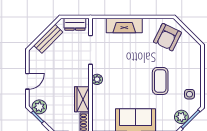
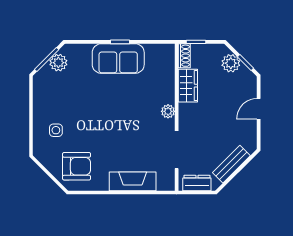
armchair: (167, 37) -> (77, 166), turned 64
coffee table: (160, 81) -> (86, 109), removed
side table: (189, 94) -> (56, 130), moved
plant: (39, 107) -> (231, 63), moved

